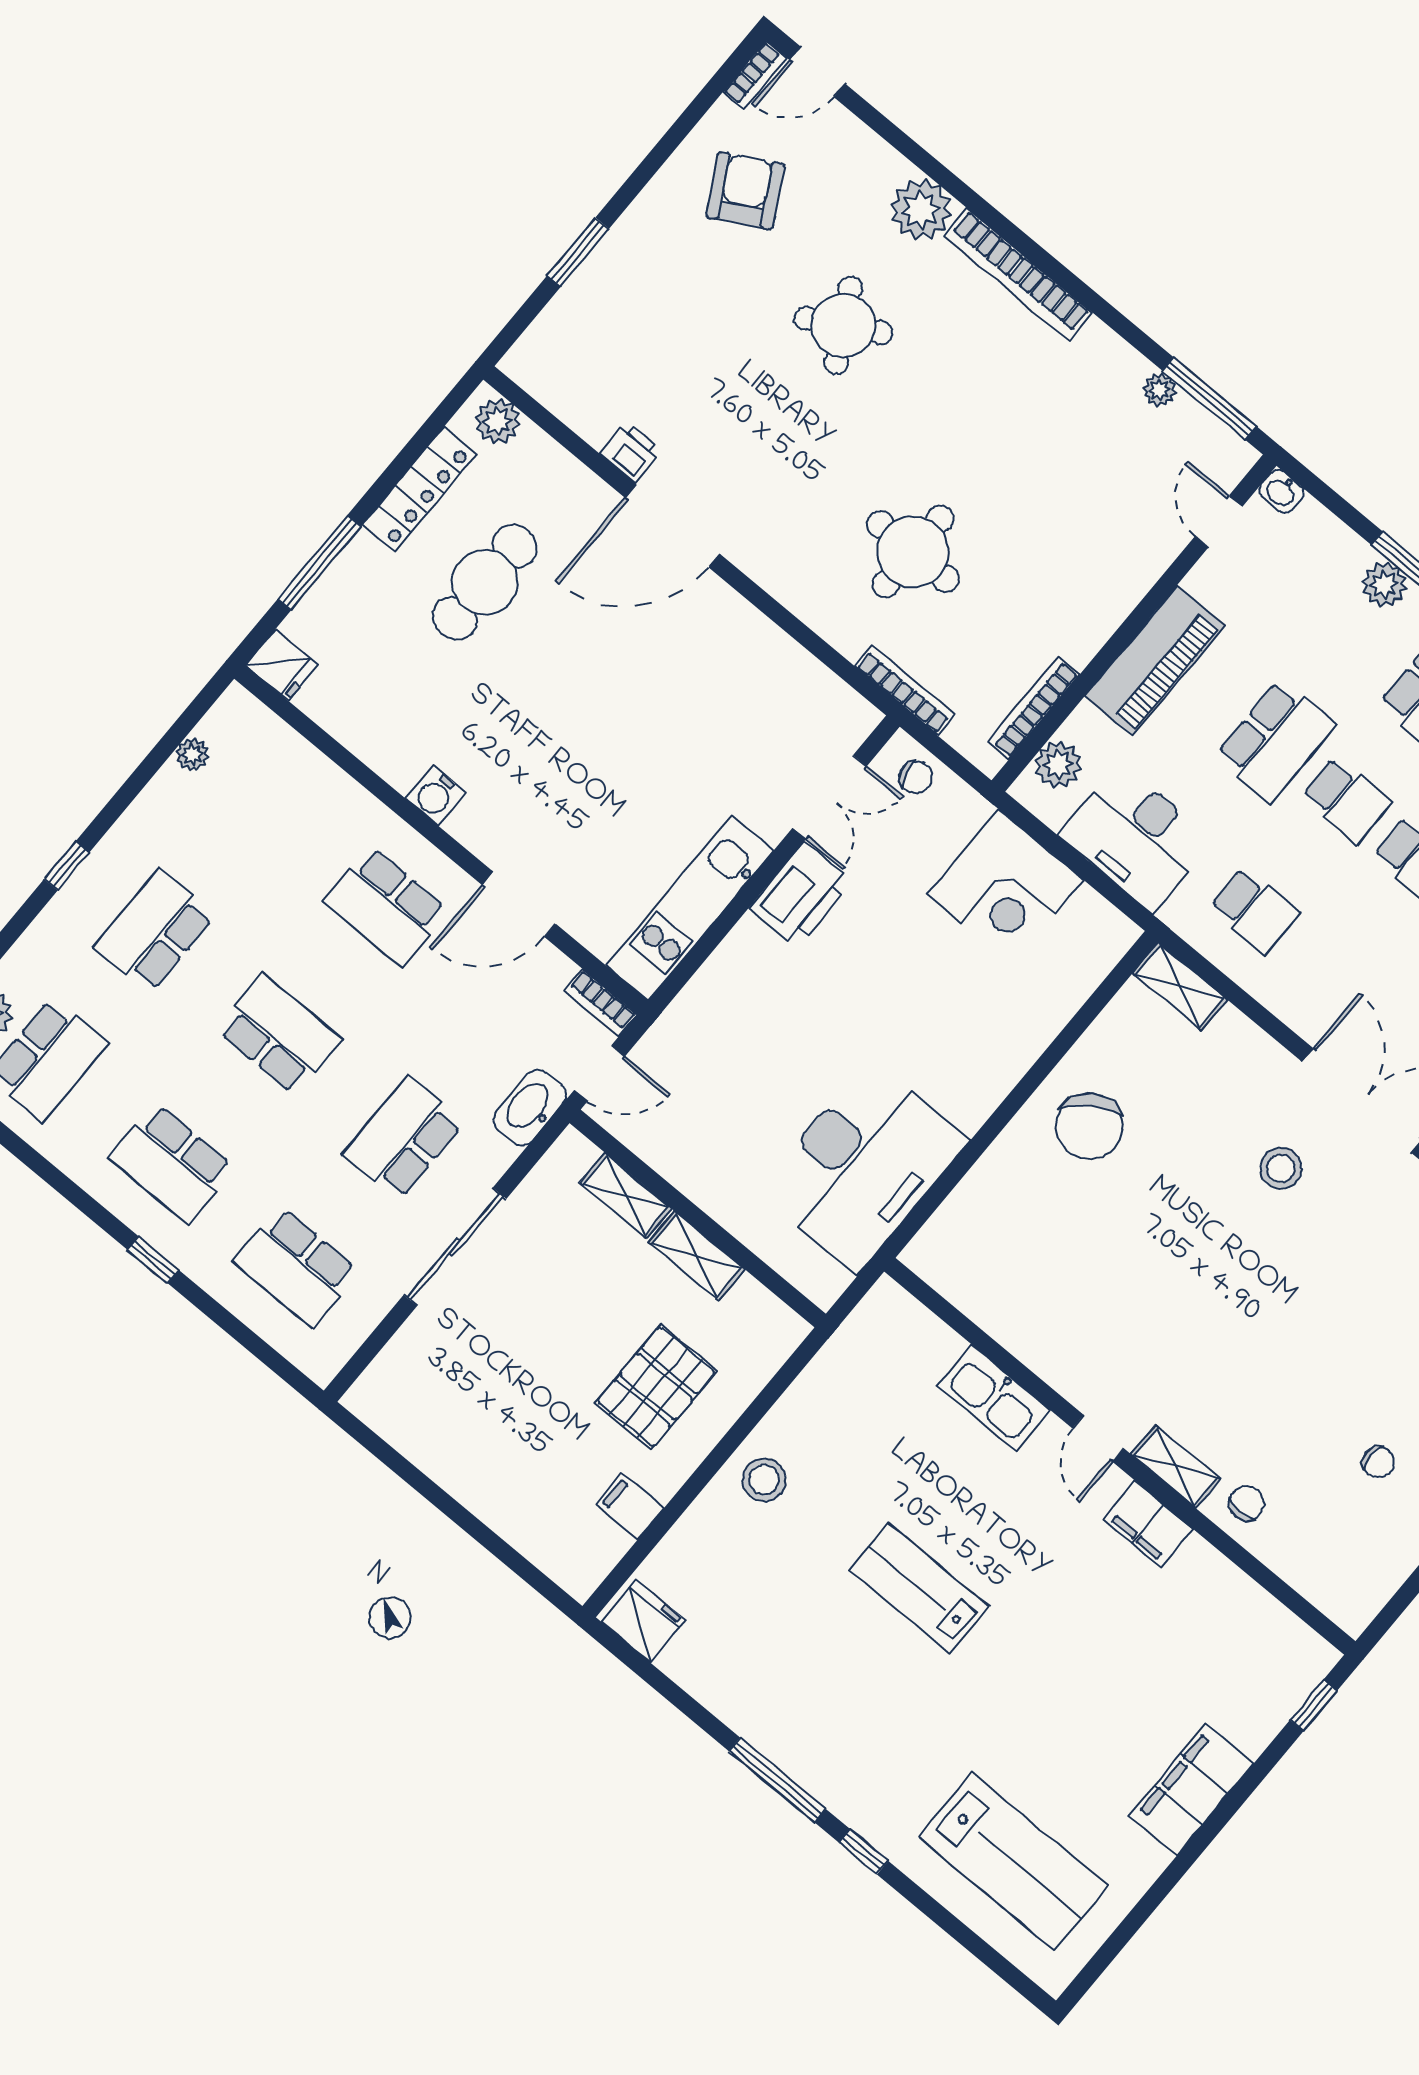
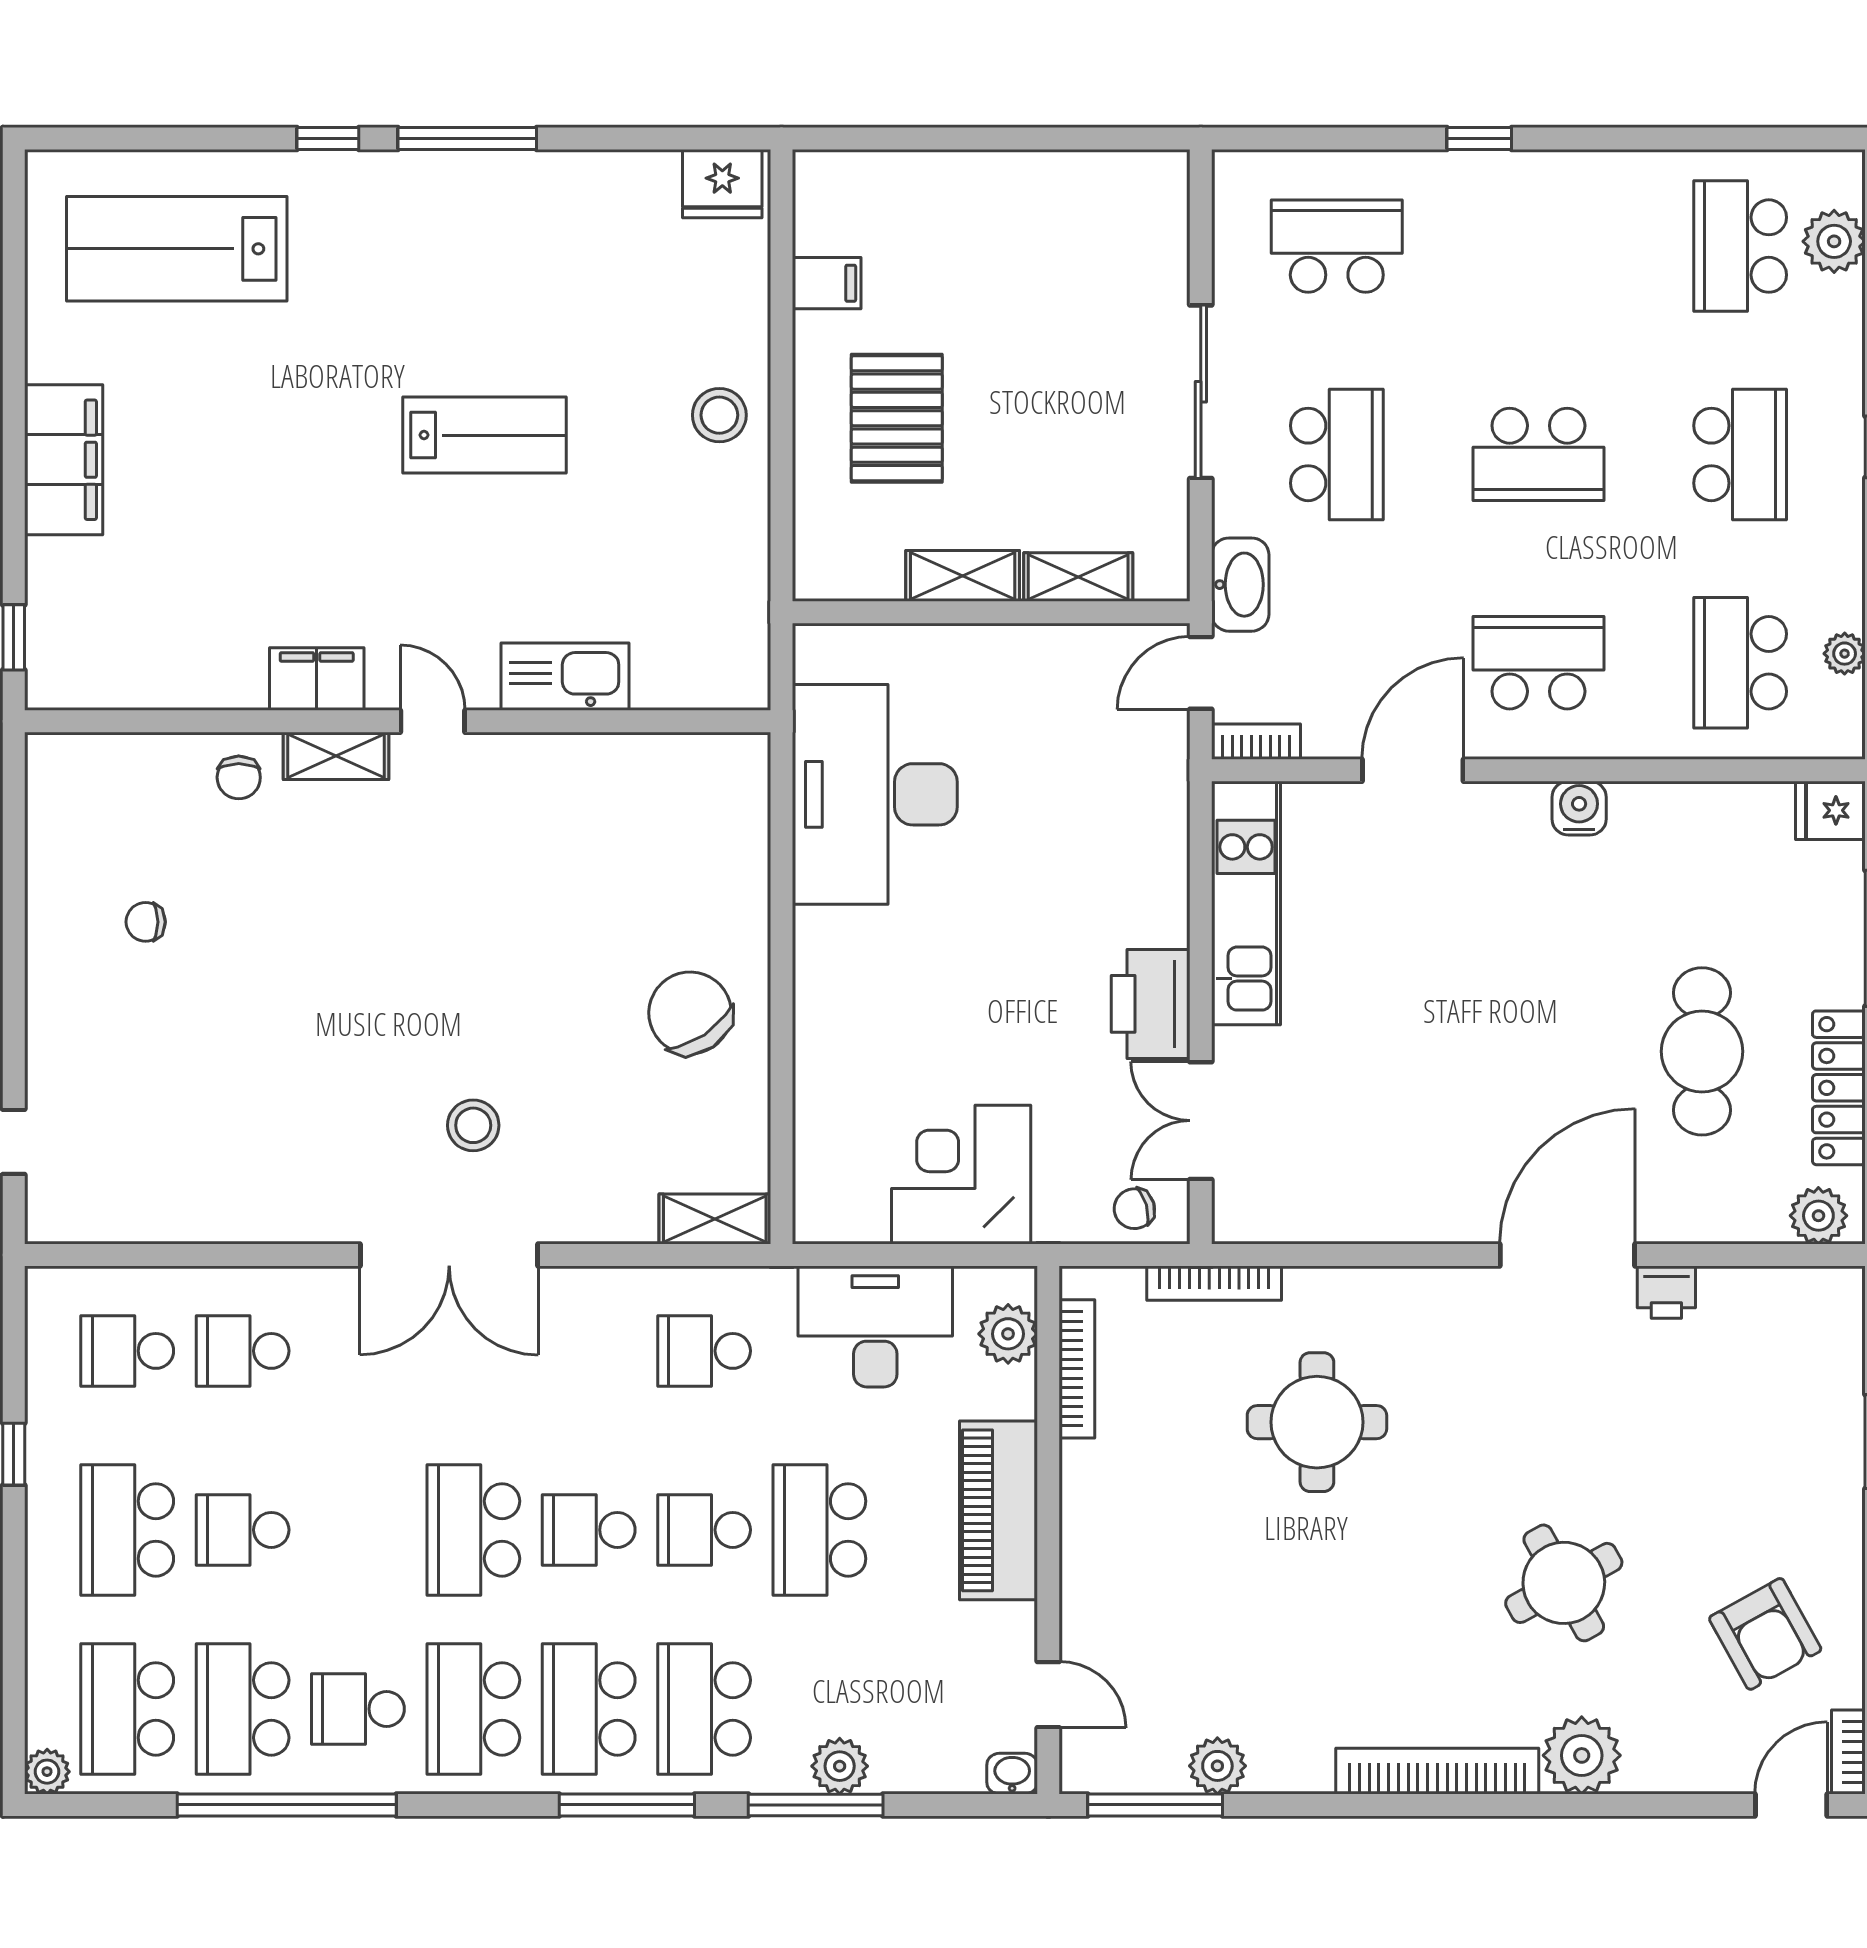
plant: (1160, 390) -> (1217, 1766), width x1.38, depth x1.38
school desk: (172, 1163) -> (1740, 663), moved, turned -90

